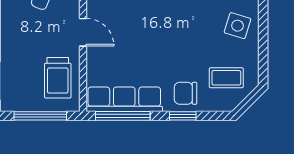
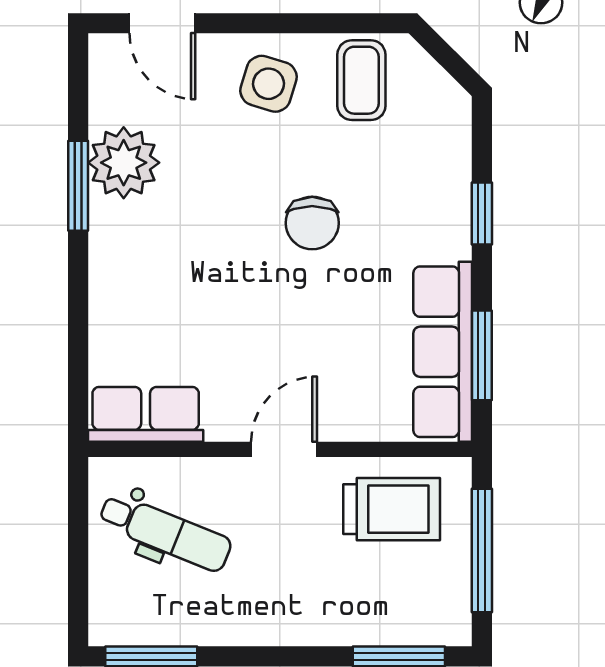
coffee table: (226, 78) -> (361, 80), moved
chair: (186, 93) -> (312, 223), moved
window: (123, 116) -> (482, 355), width x0.69

